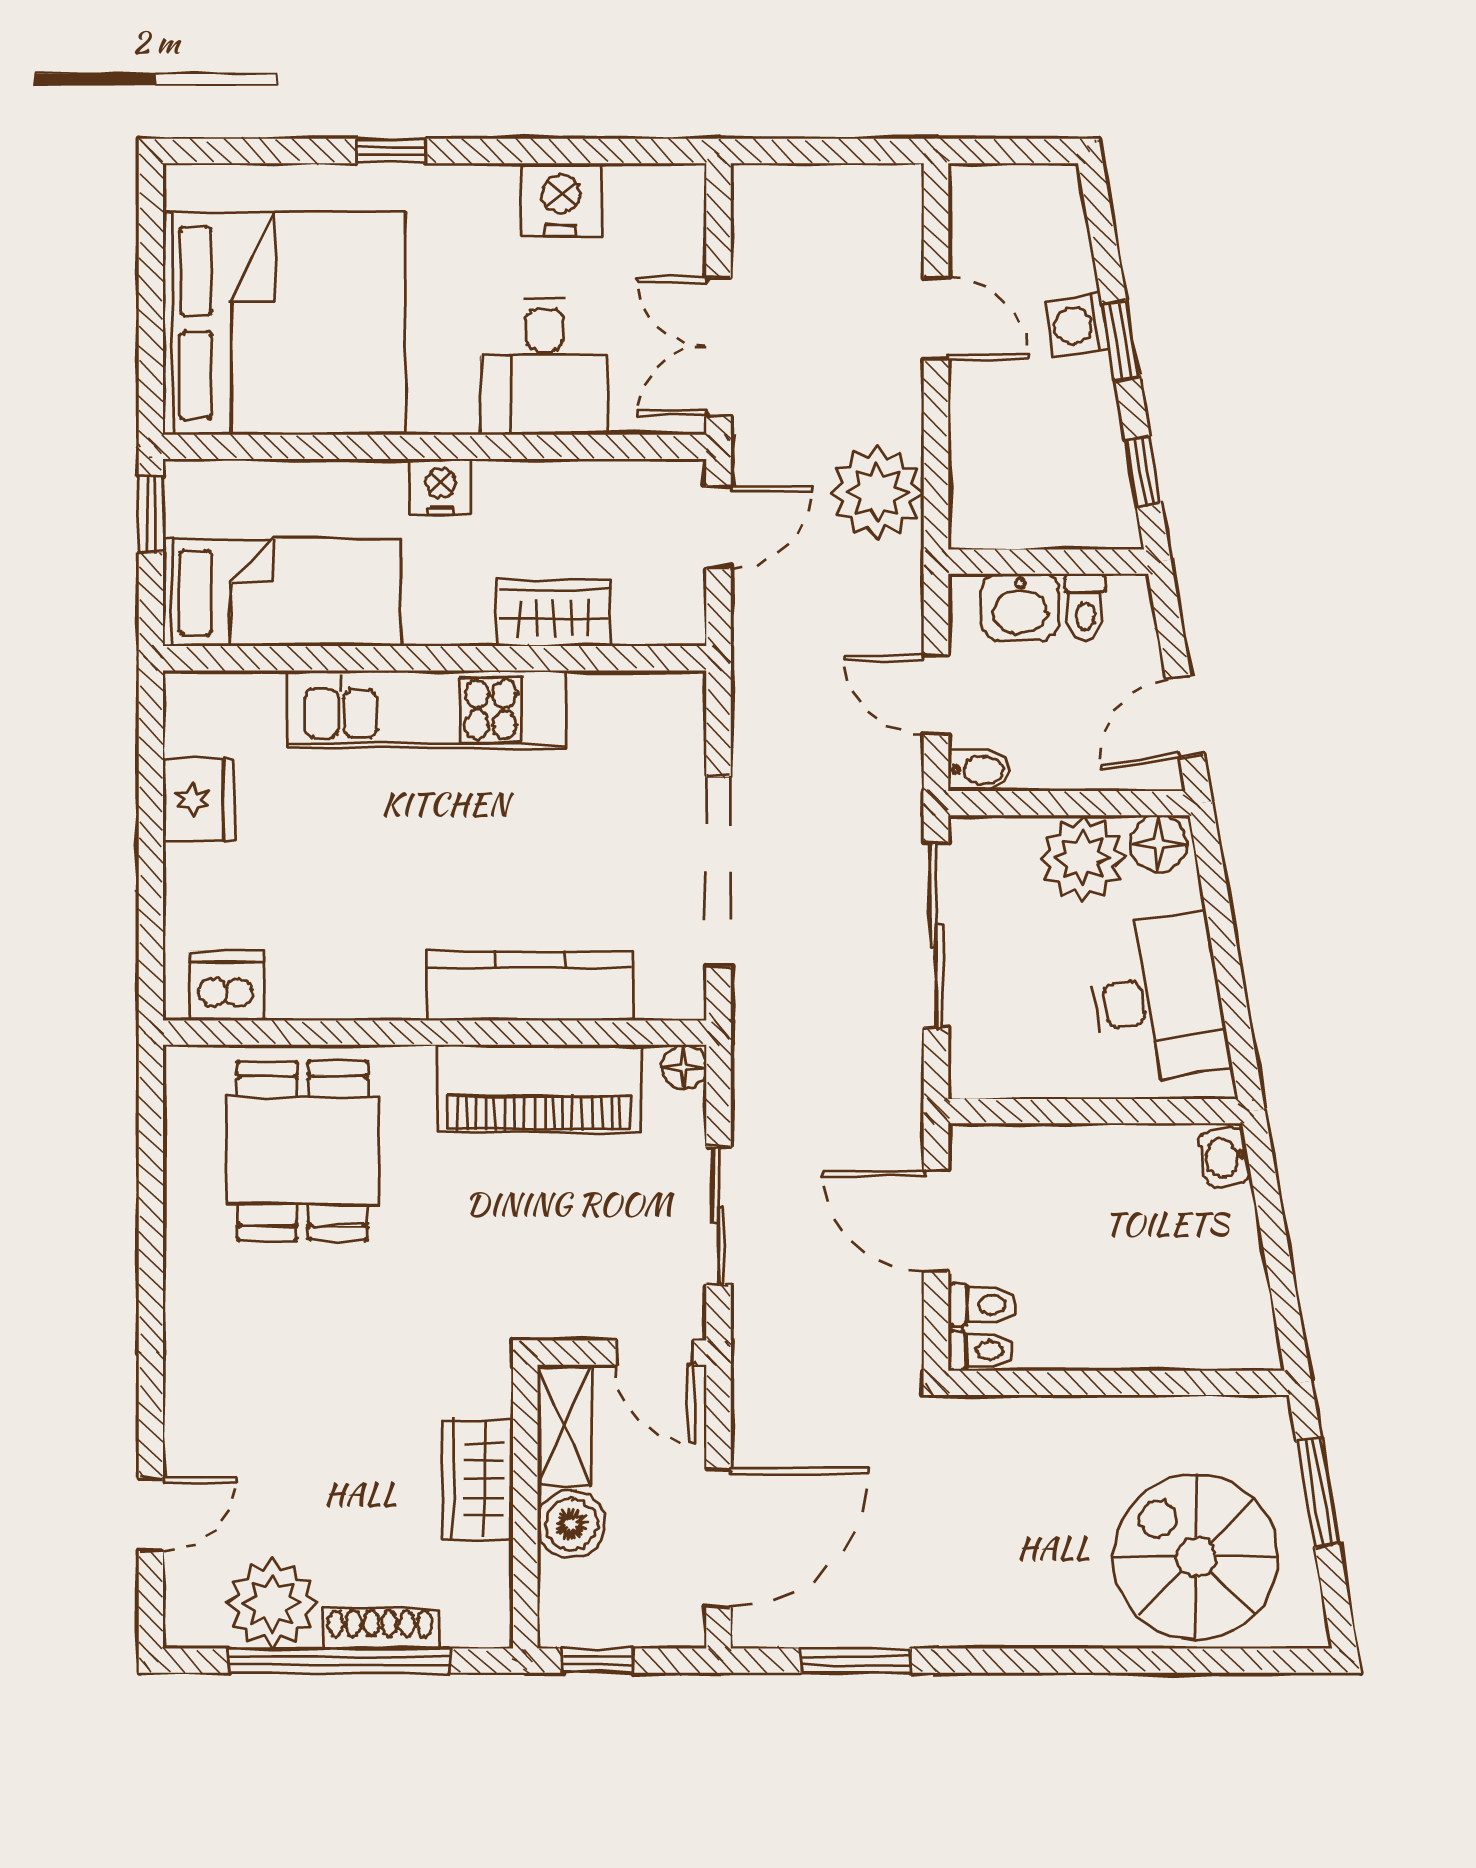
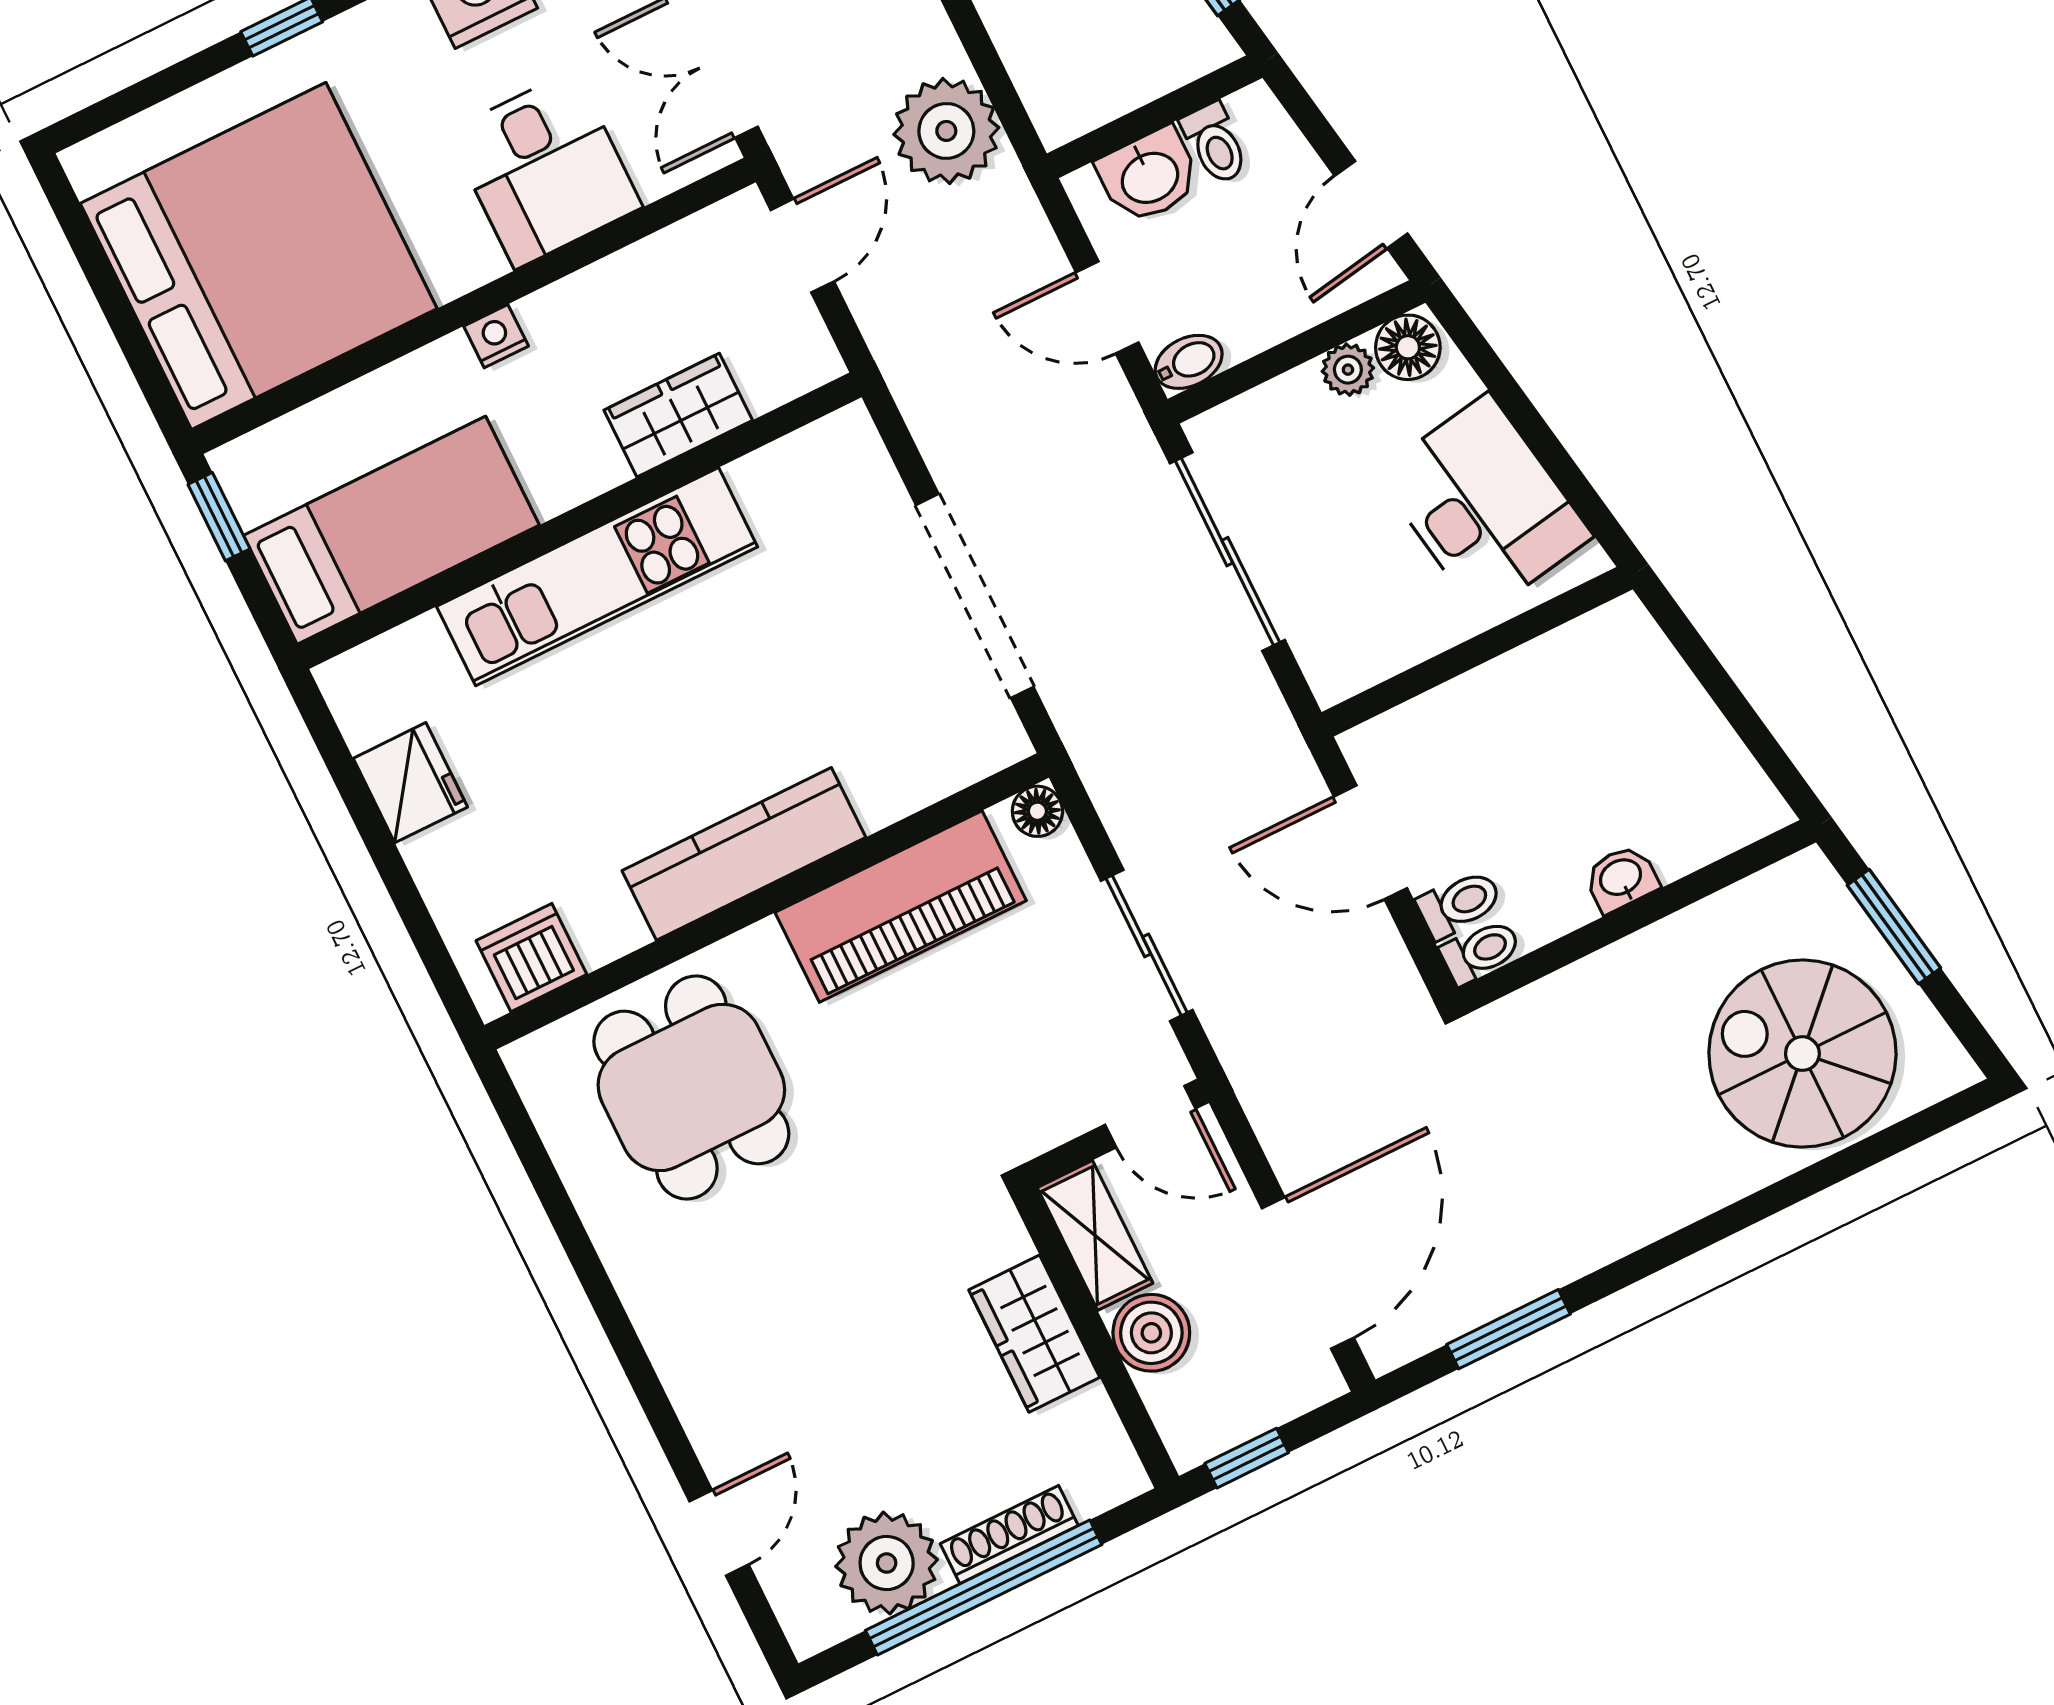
nightstand: (441, 487) -> (496, 336), width x0.72, depth x0.74
plant: (1082, 858) -> (1348, 370), width x0.53, depth x0.53
kitchen counter: (530, 986) -> (744, 854), moved
washbasin: (1225, 1157) -> (1621, 879), moved, turned 100

